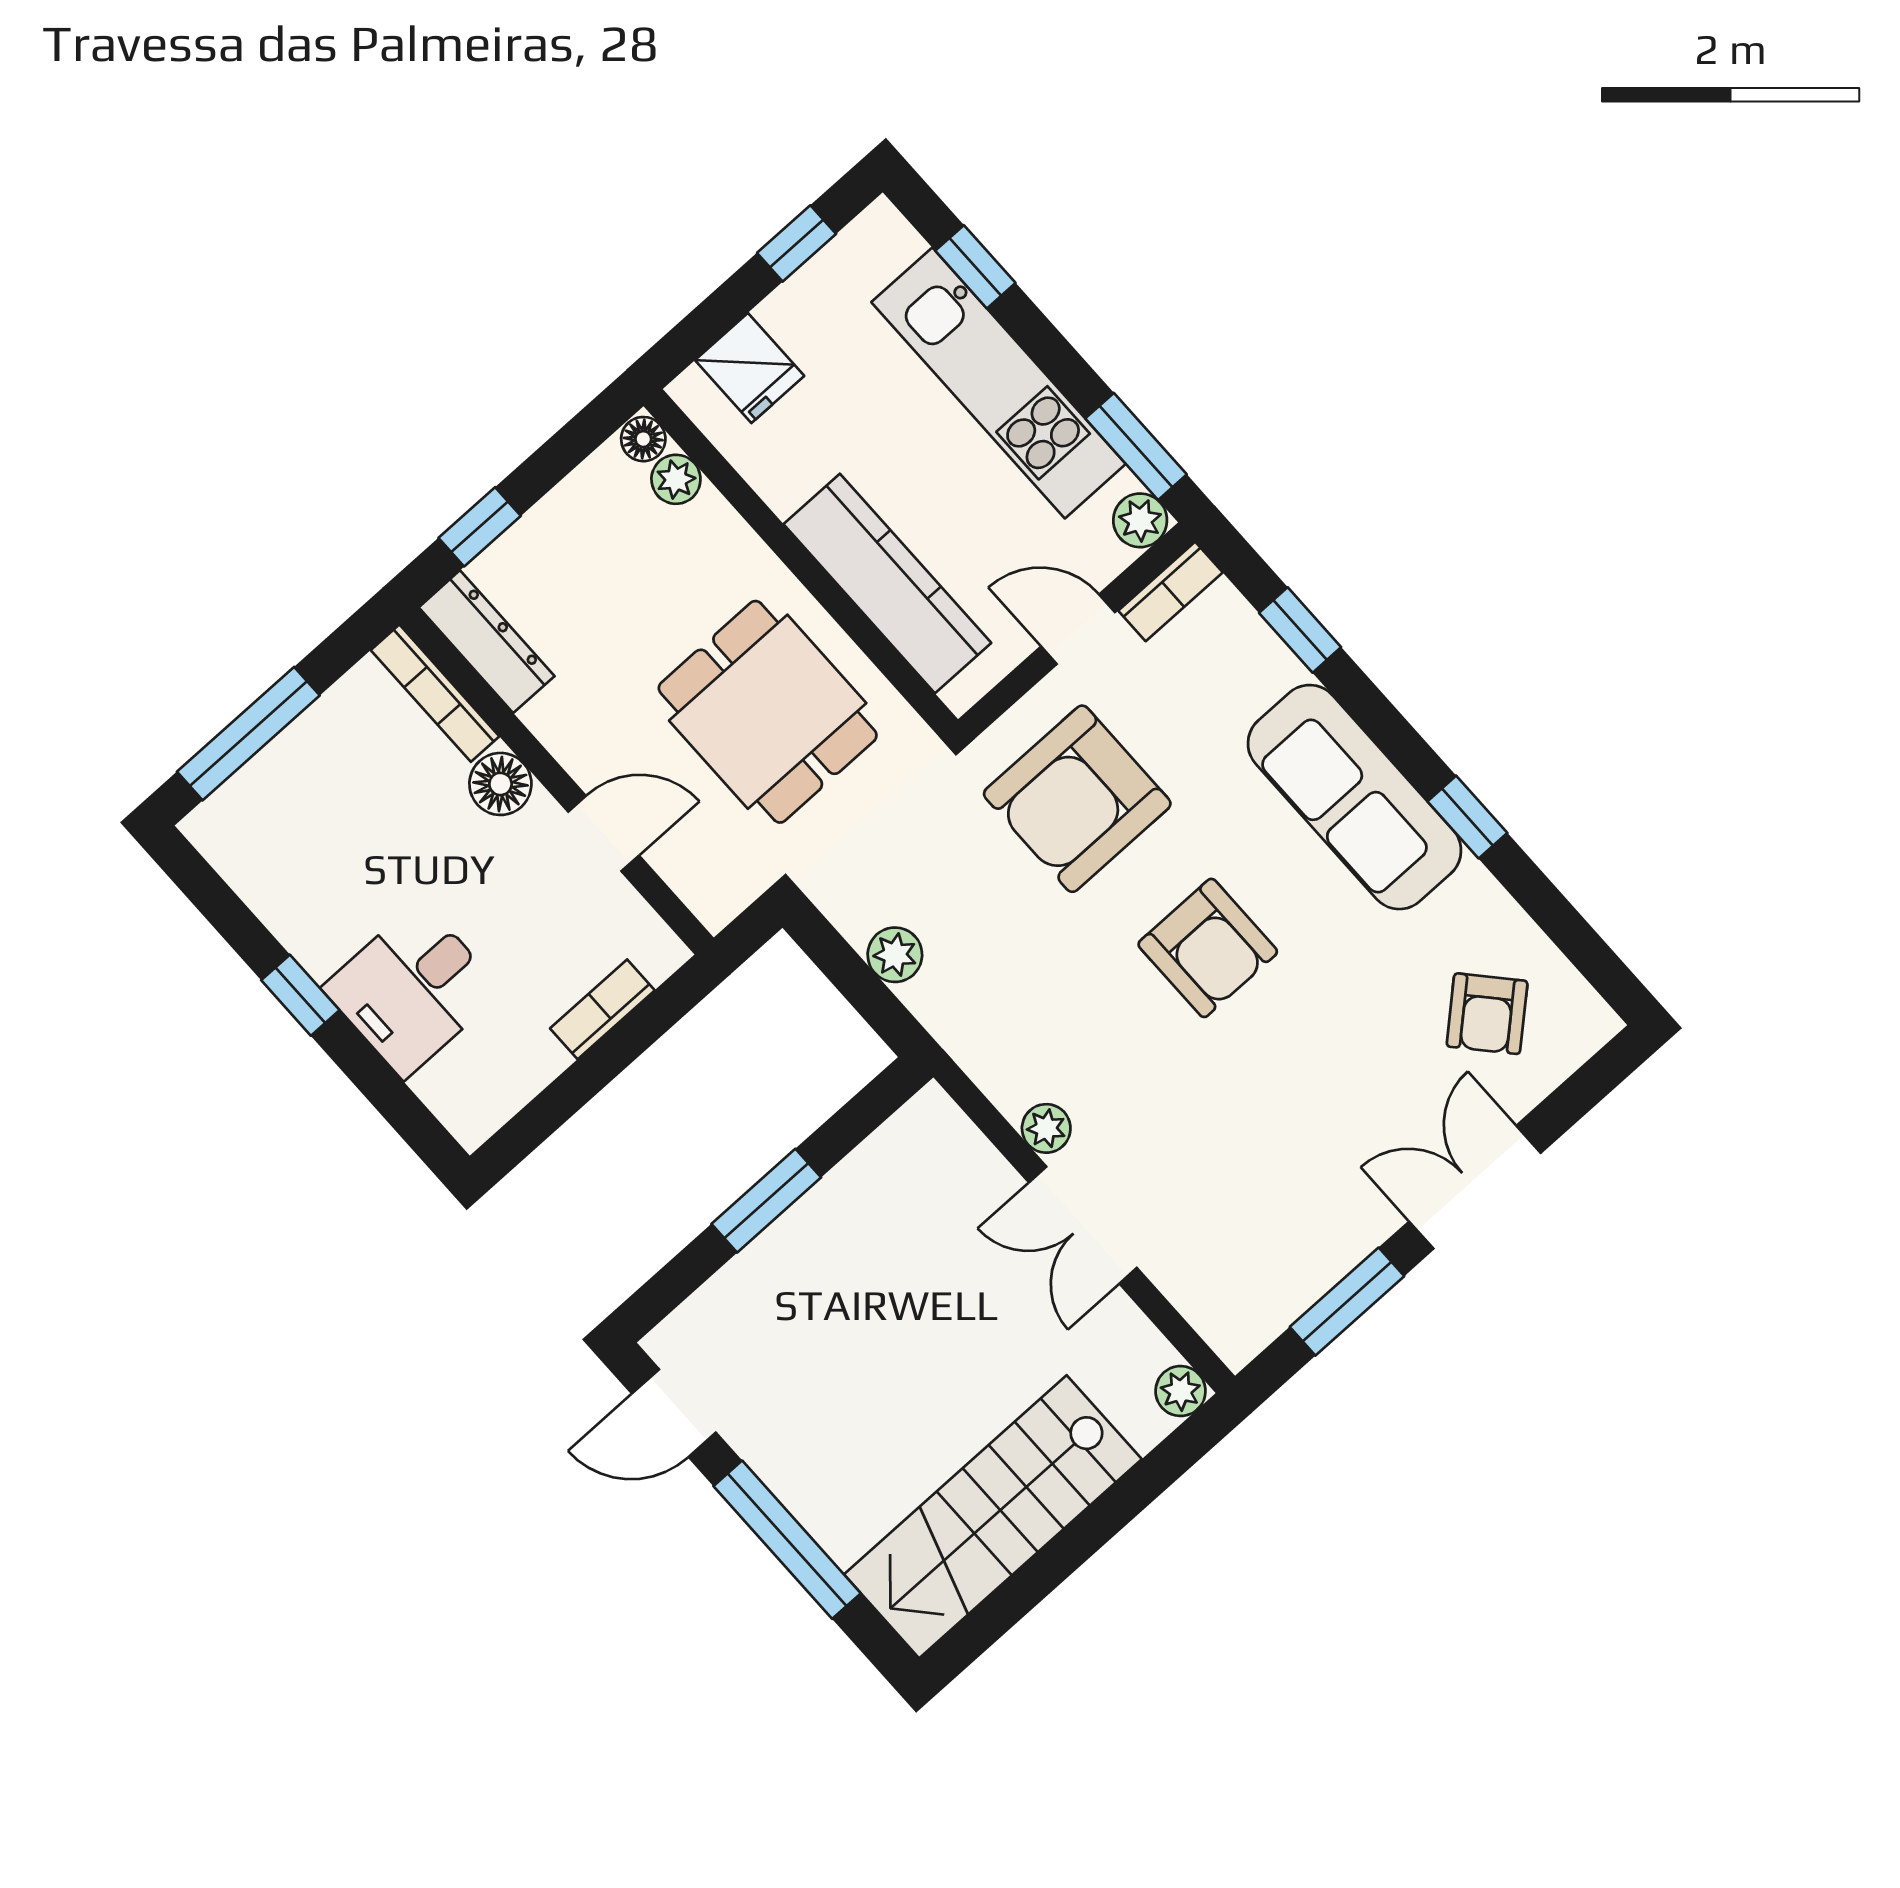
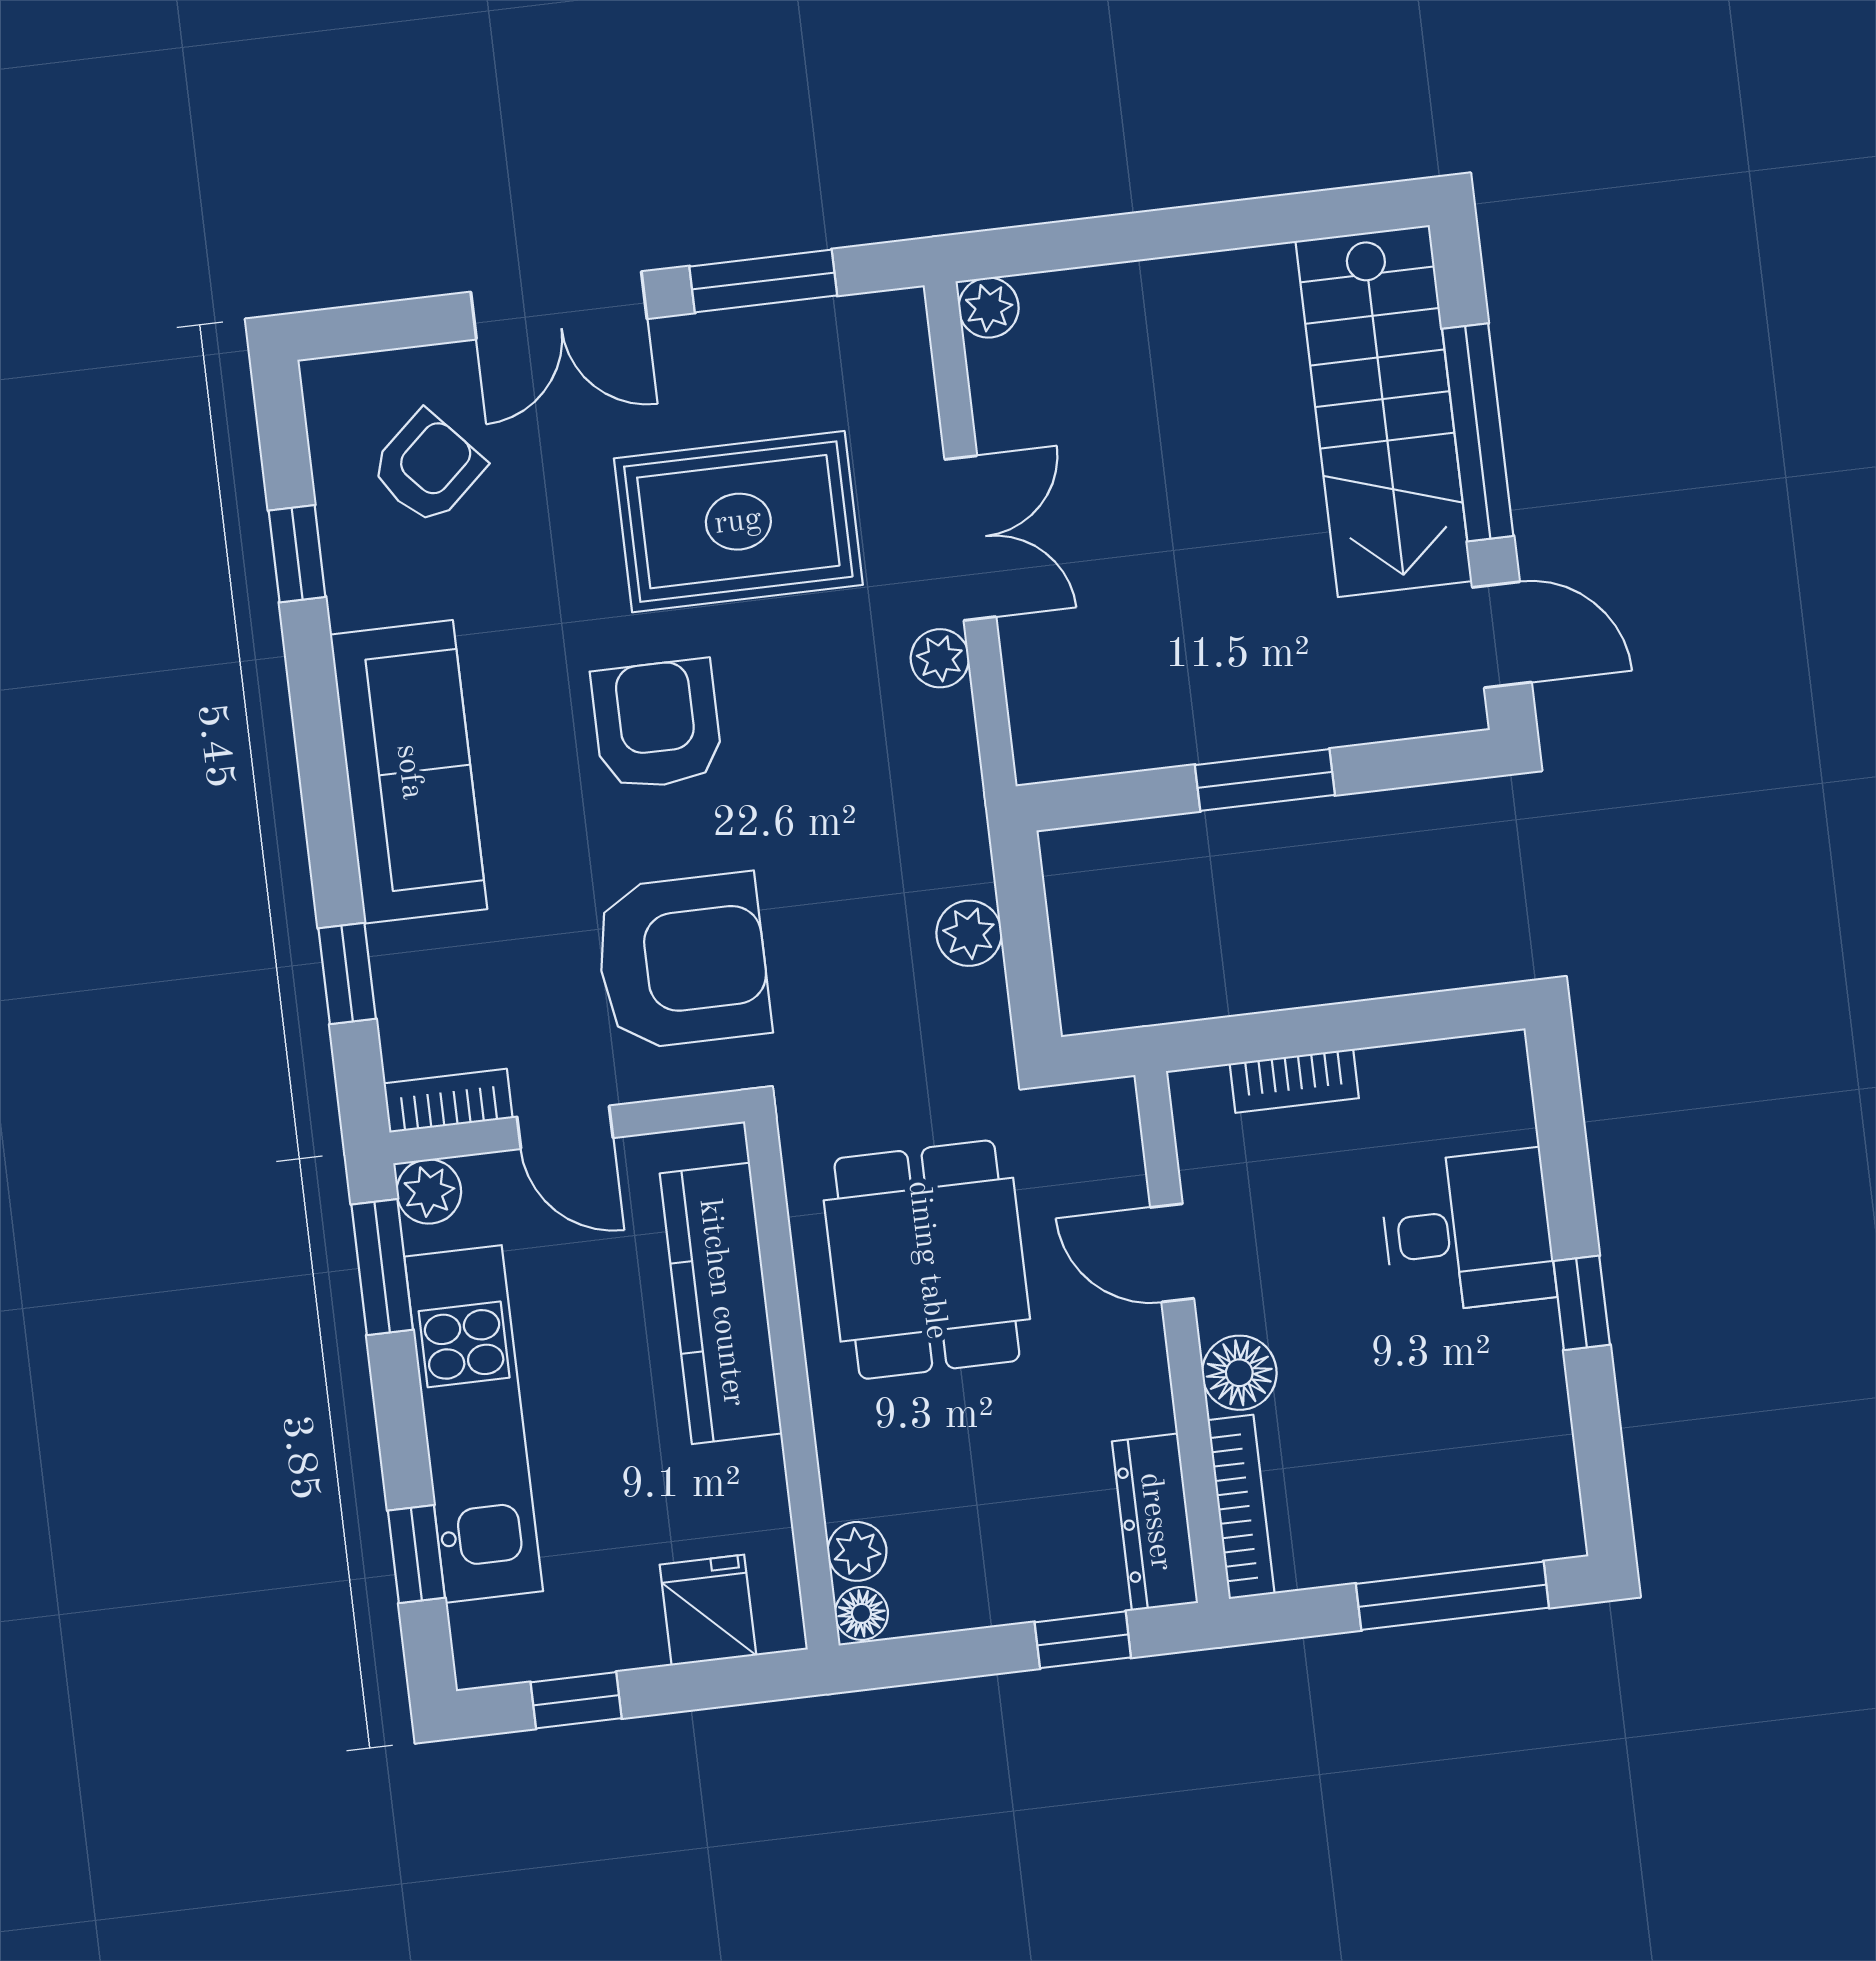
window: (1467, 817) -> (297, 554), moved
rug: (1249, 1125) -> (738, 522), added
stairs: (993, 1517) -> (1384, 411), moved, turned 90

